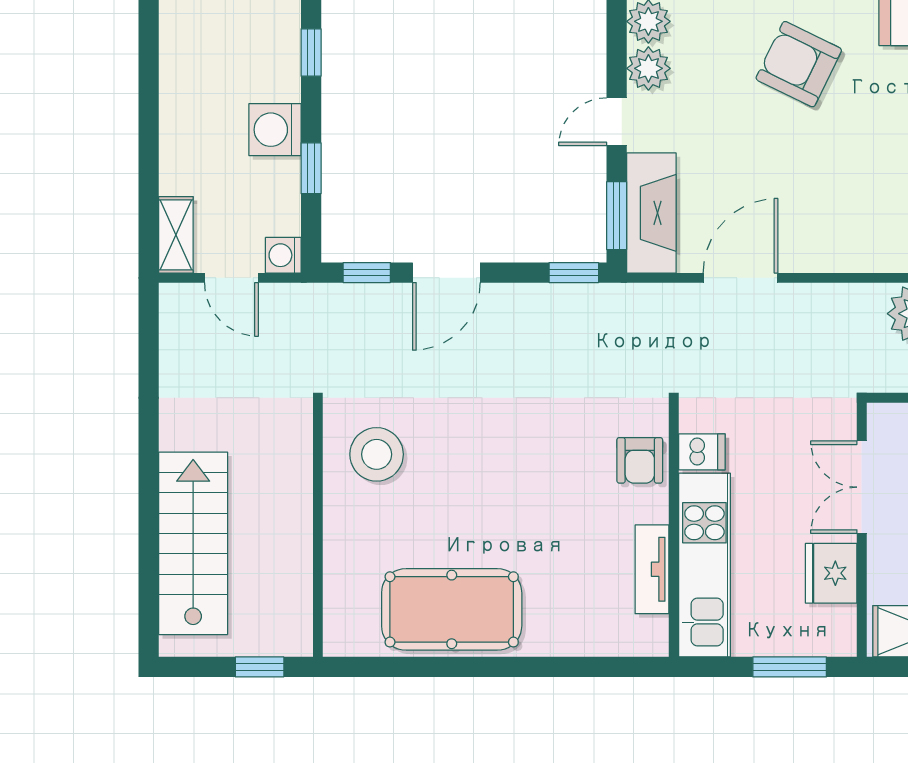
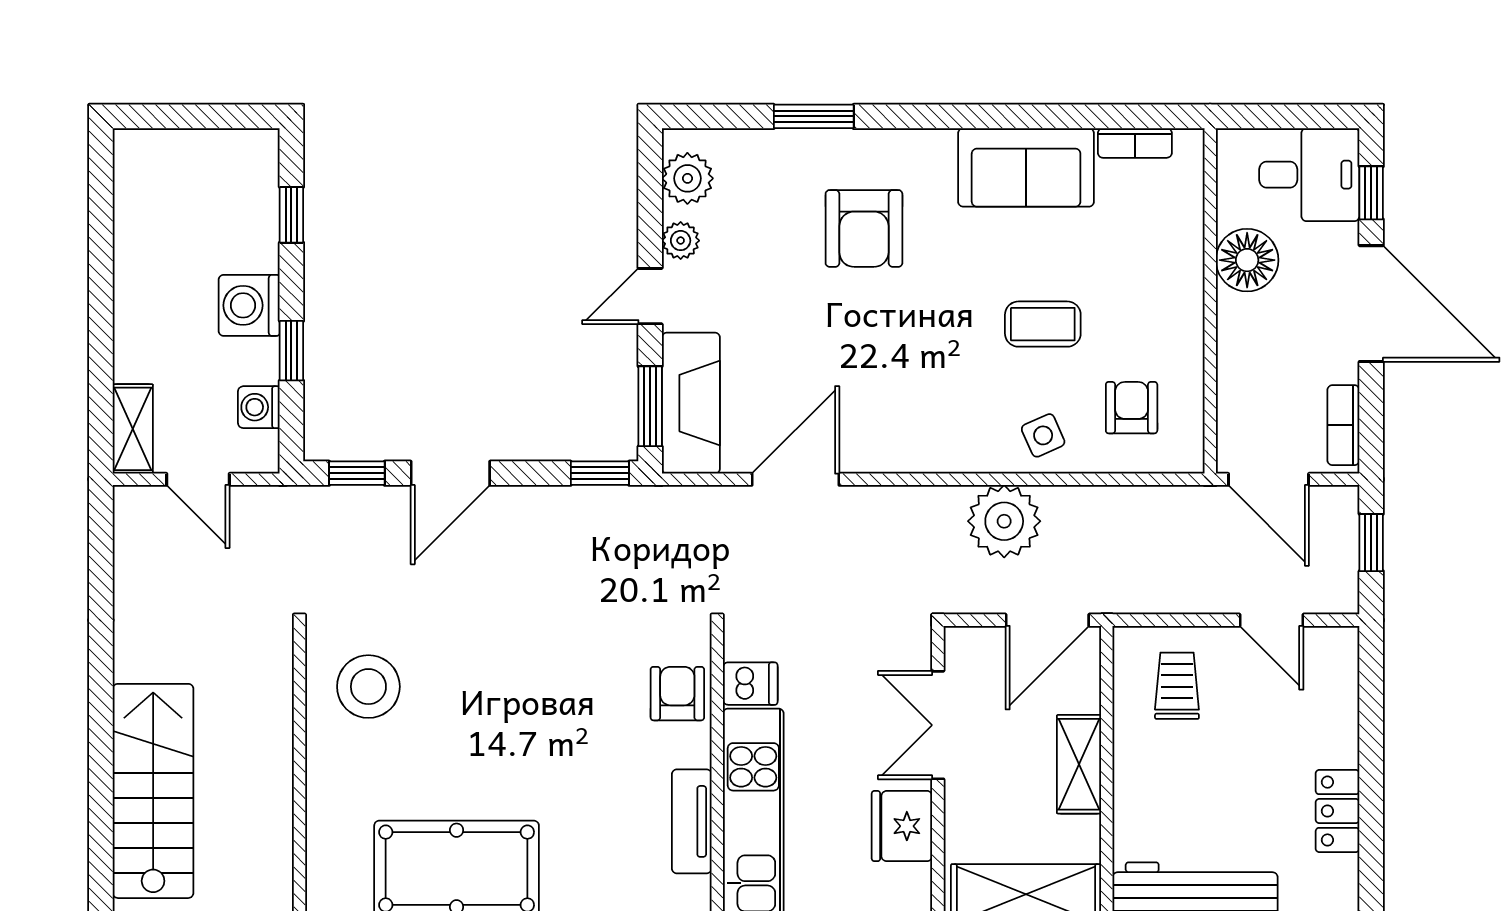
armchair: (799, 64) -> (864, 228), turned -116
plant: (648, 68) -> (681, 241), width x0.73, depth x0.73
washing machine: (283, 255) -> (259, 407), moved
armchair: (640, 460) -> (677, 694), turned 180

